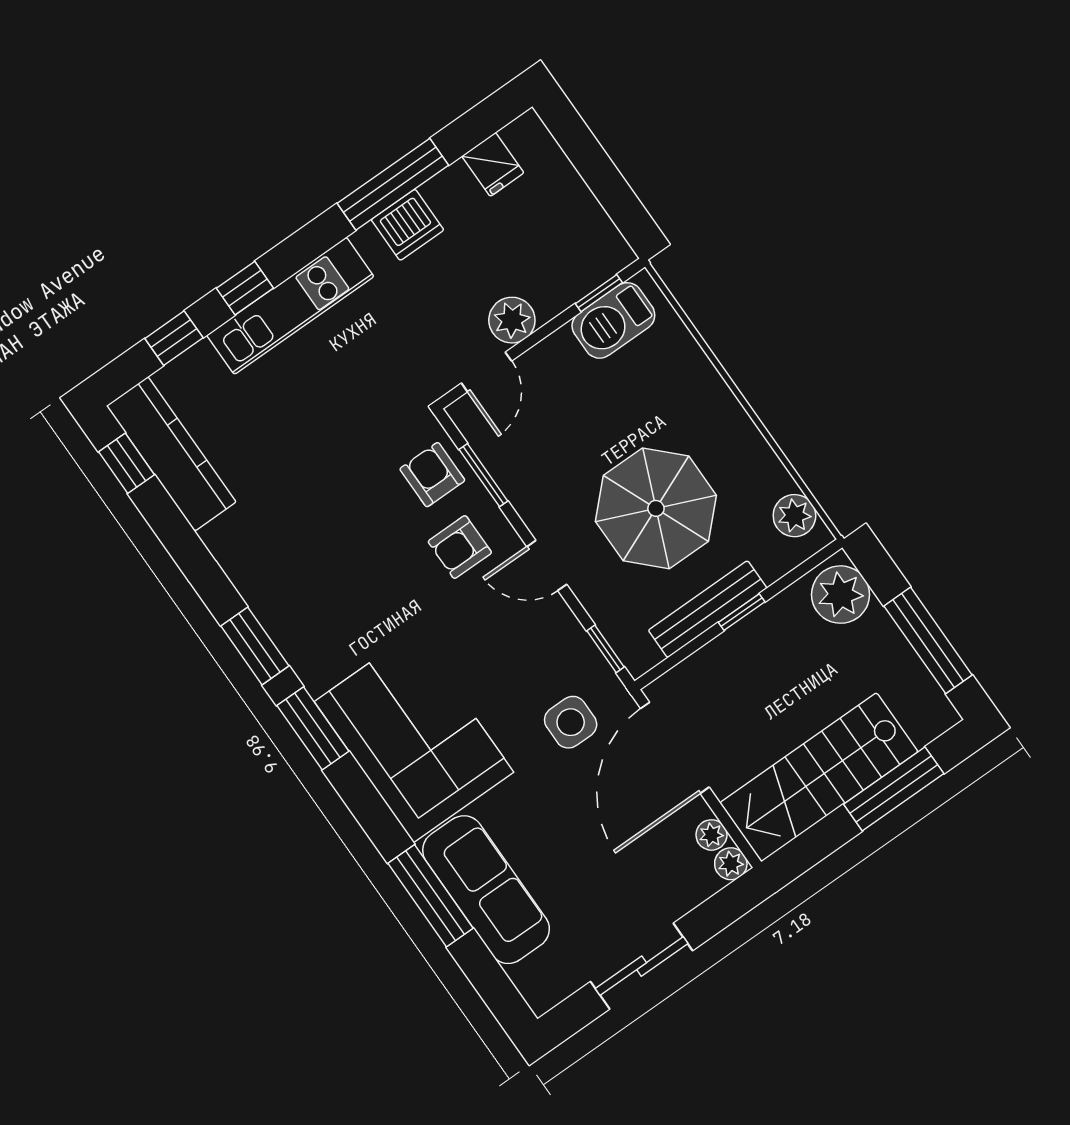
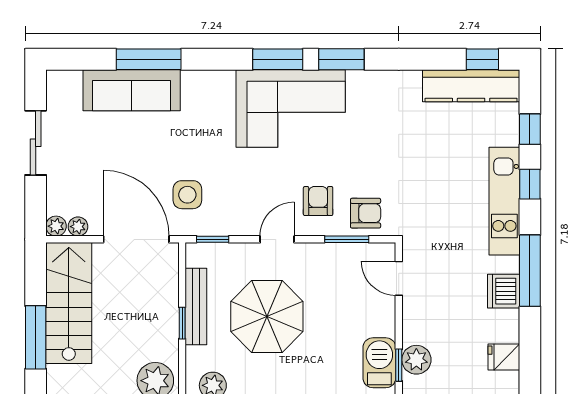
window: (393, 184) -> (530, 271), moved
plant: (512, 320) -> (416, 360), moved
corner sofa: (414, 737) -> (291, 108), moved

